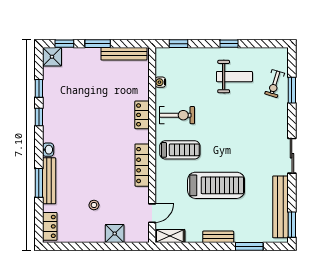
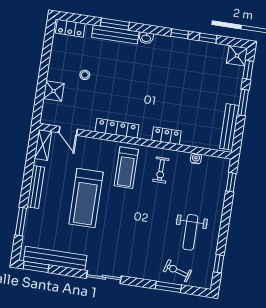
window: (229, 44) -> (219, 264), moved
exercise bike: (177, 115) -> (161, 170), width x0.73, depth x0.72
bench: (218, 237) -> (36, 187), width x1.36

